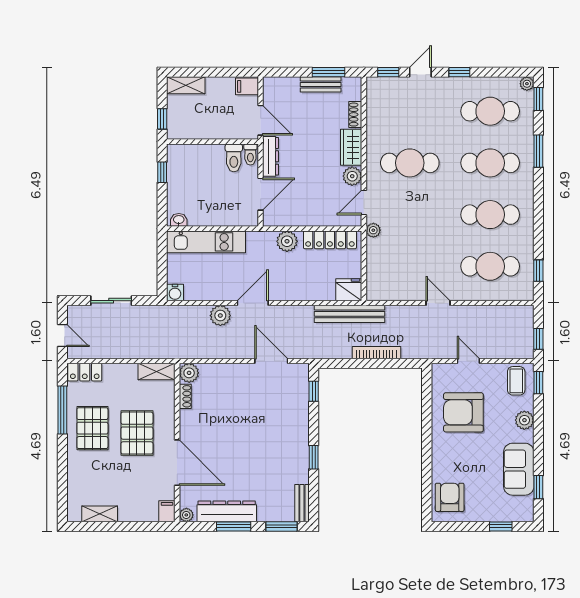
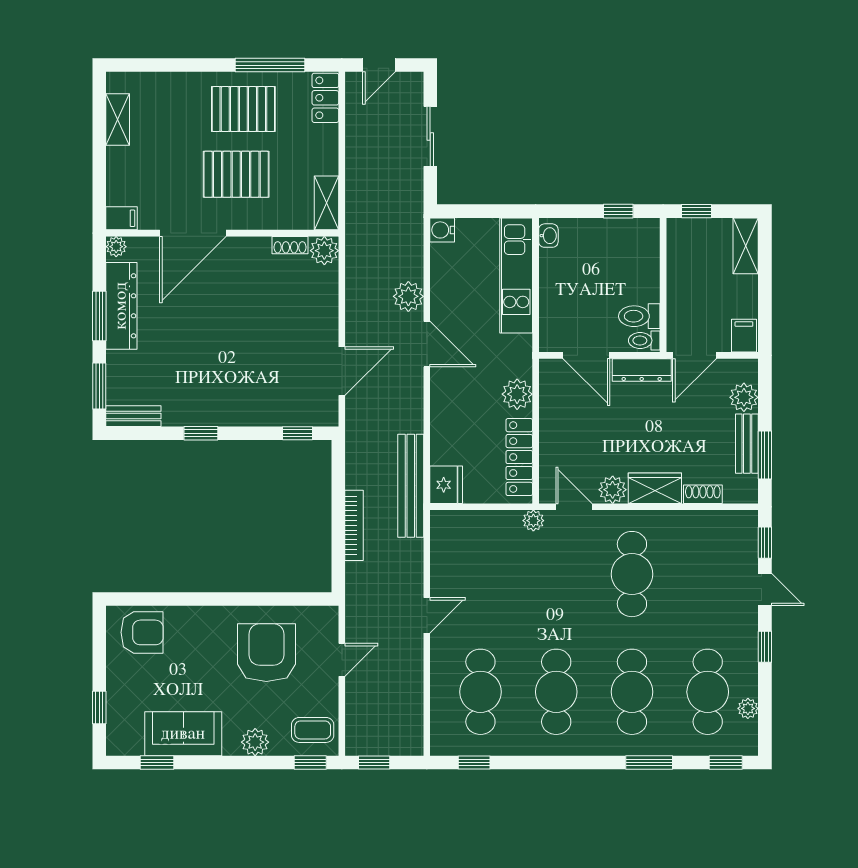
plant: (527, 84) -> (748, 708), moved
plant: (289, 87) -> (744, 397), added

